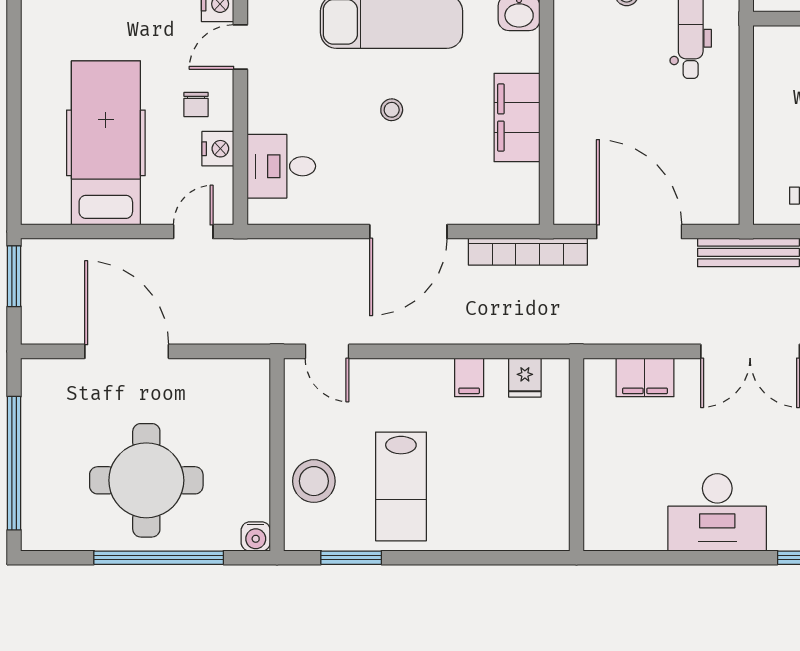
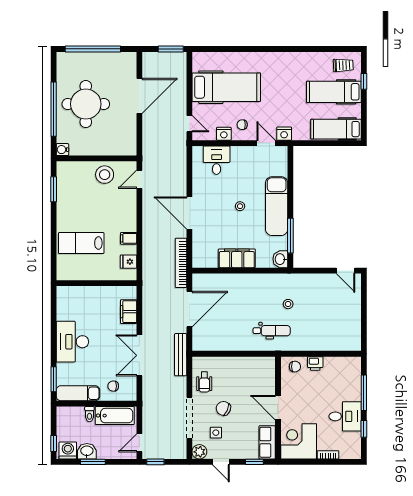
stool: (314, 481) -> (105, 175), moved
lab bench: (401, 486) -> (81, 243), moved

